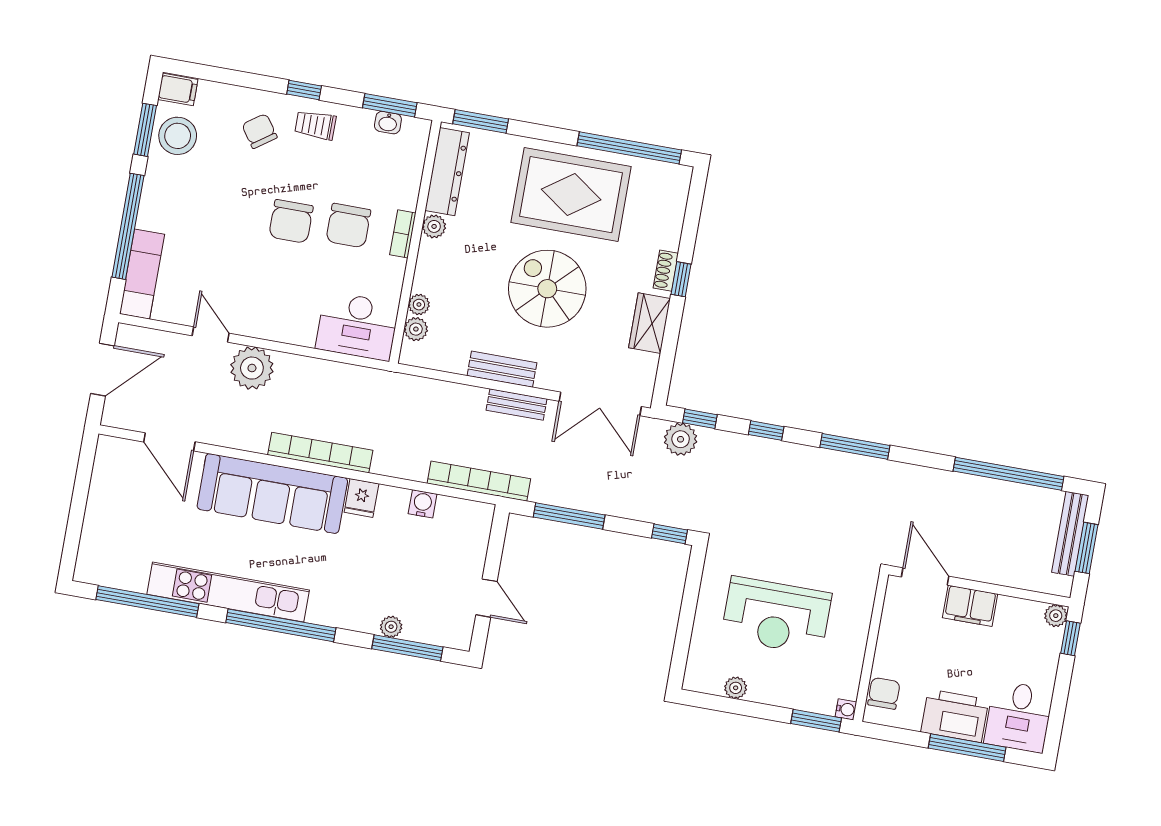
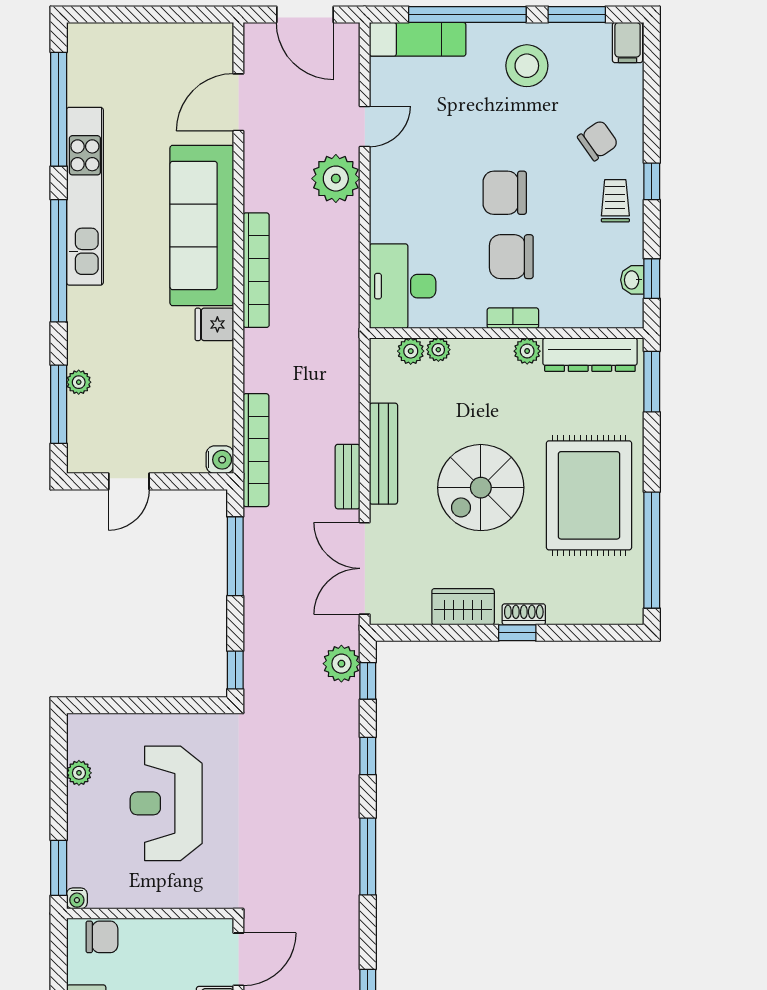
window: (390, 105) -> (652, 279), width x0.67
stool: (178, 136) -> (527, 66), moved
spiral stairs: (547, 289) -> (481, 488), turned 180
bench: (502, 369) -> (383, 454), width x1.36
water cooler: (423, 504) -> (220, 460), moved

